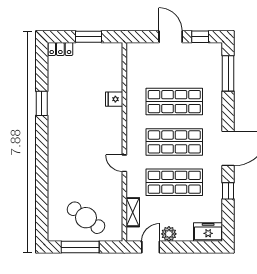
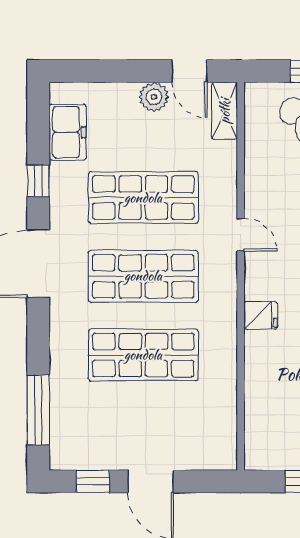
fridge: (114, 99) -> (261, 315), moved
shelving: (133, 212) -> (225, 111), moved
freezer: (208, 232) -> (68, 132), moved, turned -90
door: (151, 247) -> (189, 71), hinge flipped

